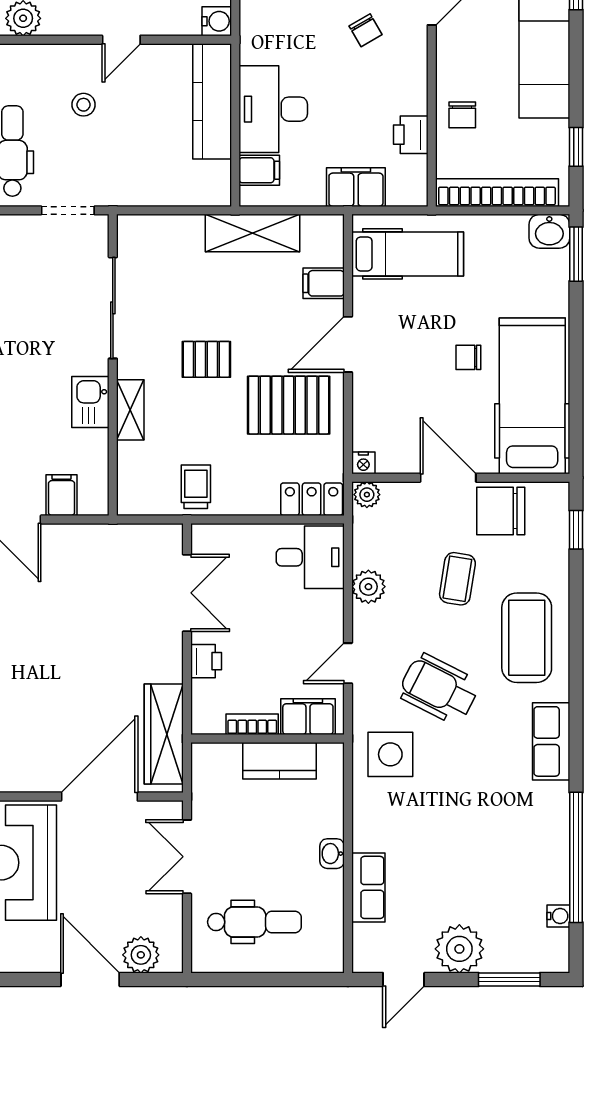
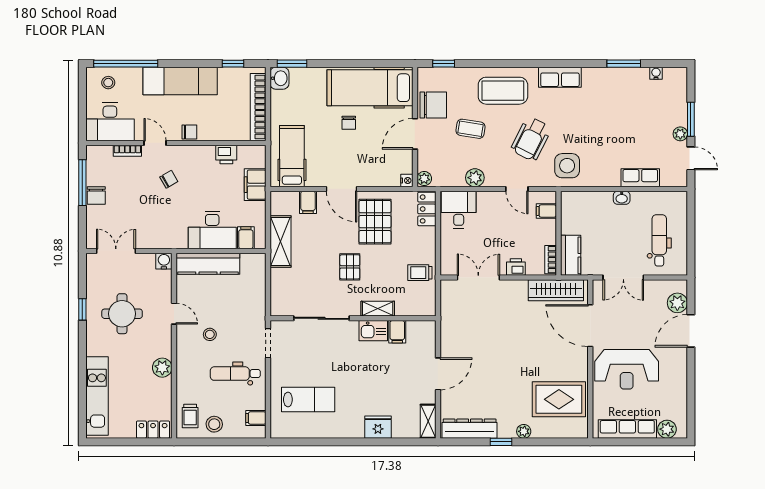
chair: (462, 115) -> (189, 132), moved
filing cabinet: (61, 495) -> (397, 332), moved, turned -90
chair: (501, 511) -> (433, 105), turned -90
filing cabinet: (308, 717) -> (546, 211), width x0.50
bookcase: (252, 724) -> (551, 260), moved
kitchen counter: (280, 761) -> (571, 255), moved
window: (576, 857) -> (624, 64), width x0.47
plant: (459, 949) -> (680, 134), width x0.53, depth x0.53
window: (509, 979) -> (691, 119), moved

